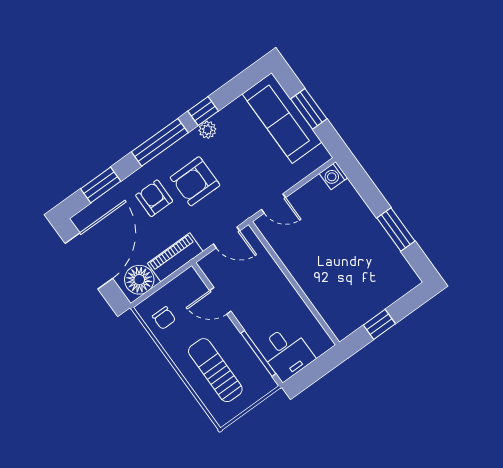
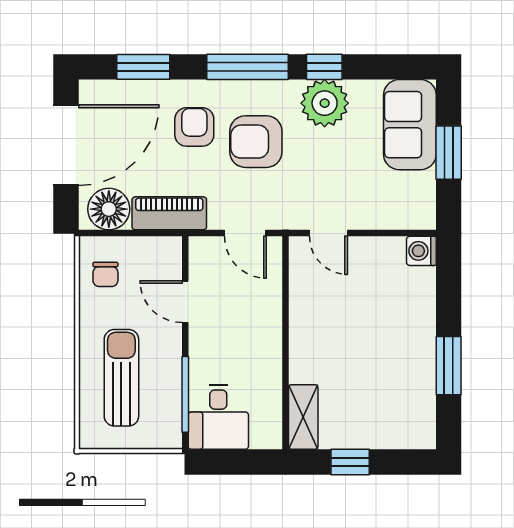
sofa: (282, 118) -> (410, 125), width x0.73
plant: (207, 130) -> (325, 103), width x1.88, depth x1.88
shelving: (334, 318) -> (303, 417), added

